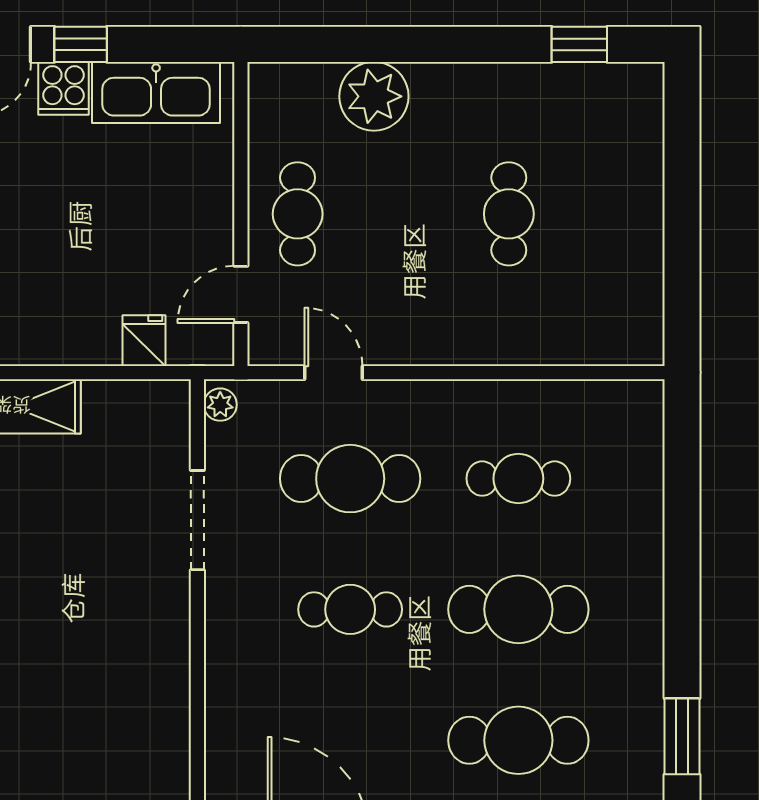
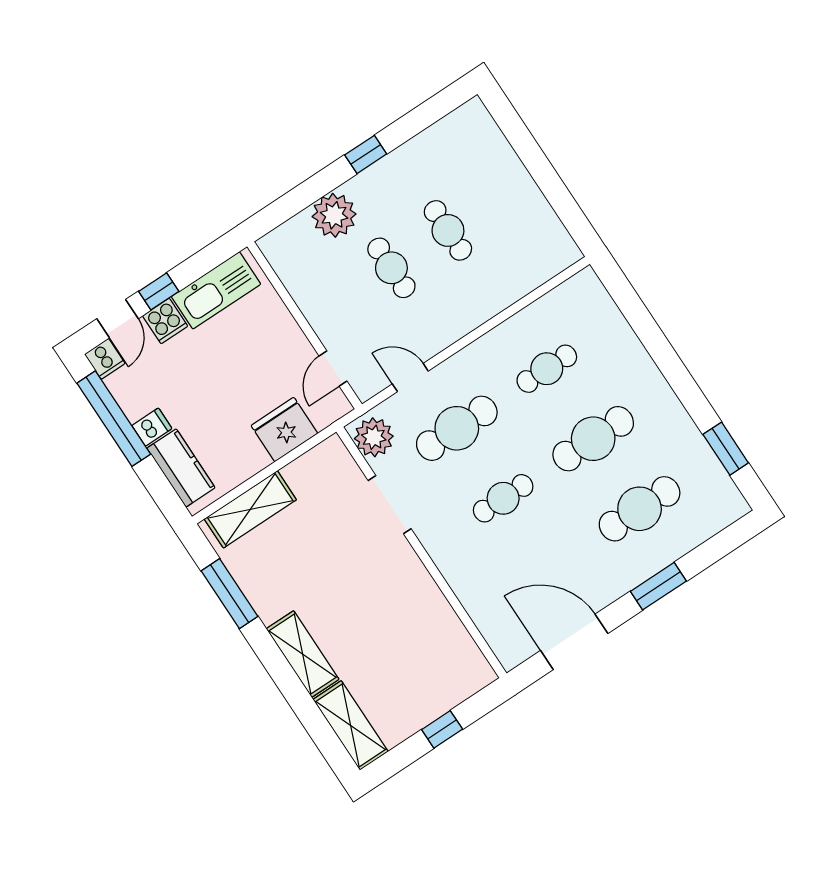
window: (579, 44) -> (366, 154), moved
cafe table: (298, 214) -> (391, 268), moved
fridge: (144, 341) -> (284, 429), width x1.88, depth x1.34
plant: (220, 405) -> (374, 437), width x1.88, depth x1.88

